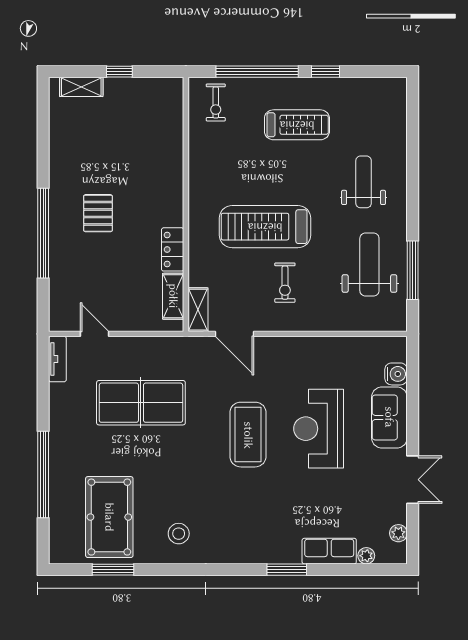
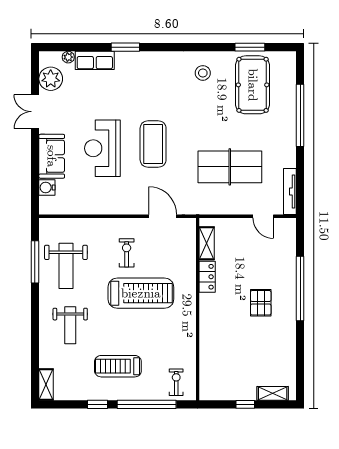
shelving: (198, 310) -> (46, 385), moved
tv unit: (57, 359) -> (290, 191), width x1.41
reception desk: (319, 429) -> (102, 148), turned 180
plant: (398, 533) -> (51, 79), width x1.87, depth x1.87

